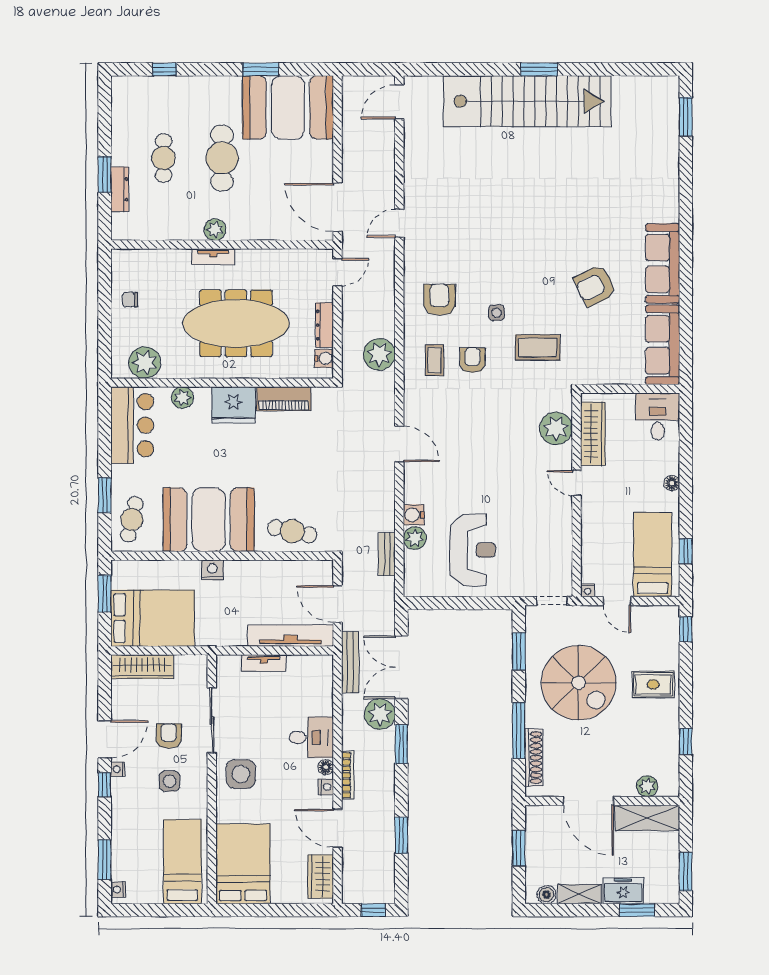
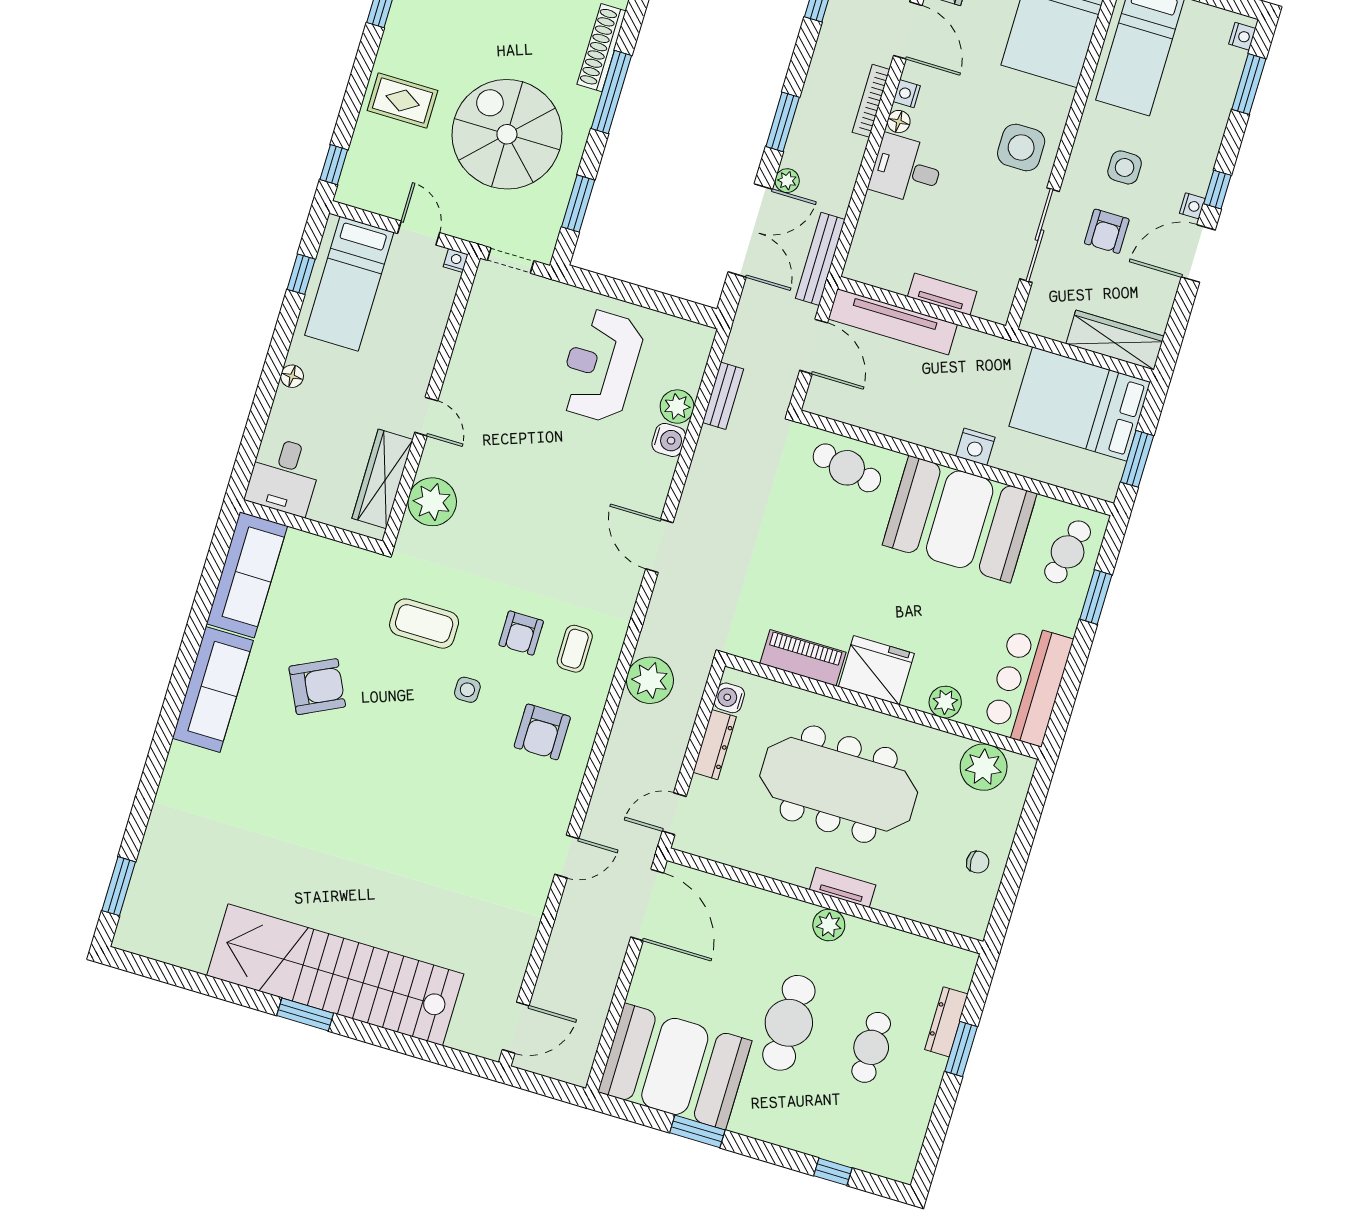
plant: (380, 714) -> (787, 181), width x0.53, depth x0.53

